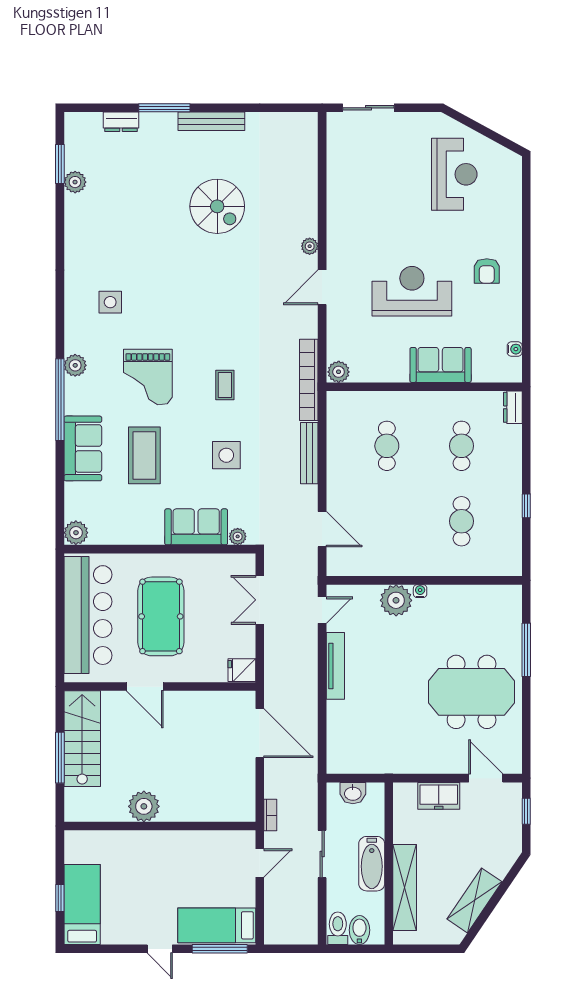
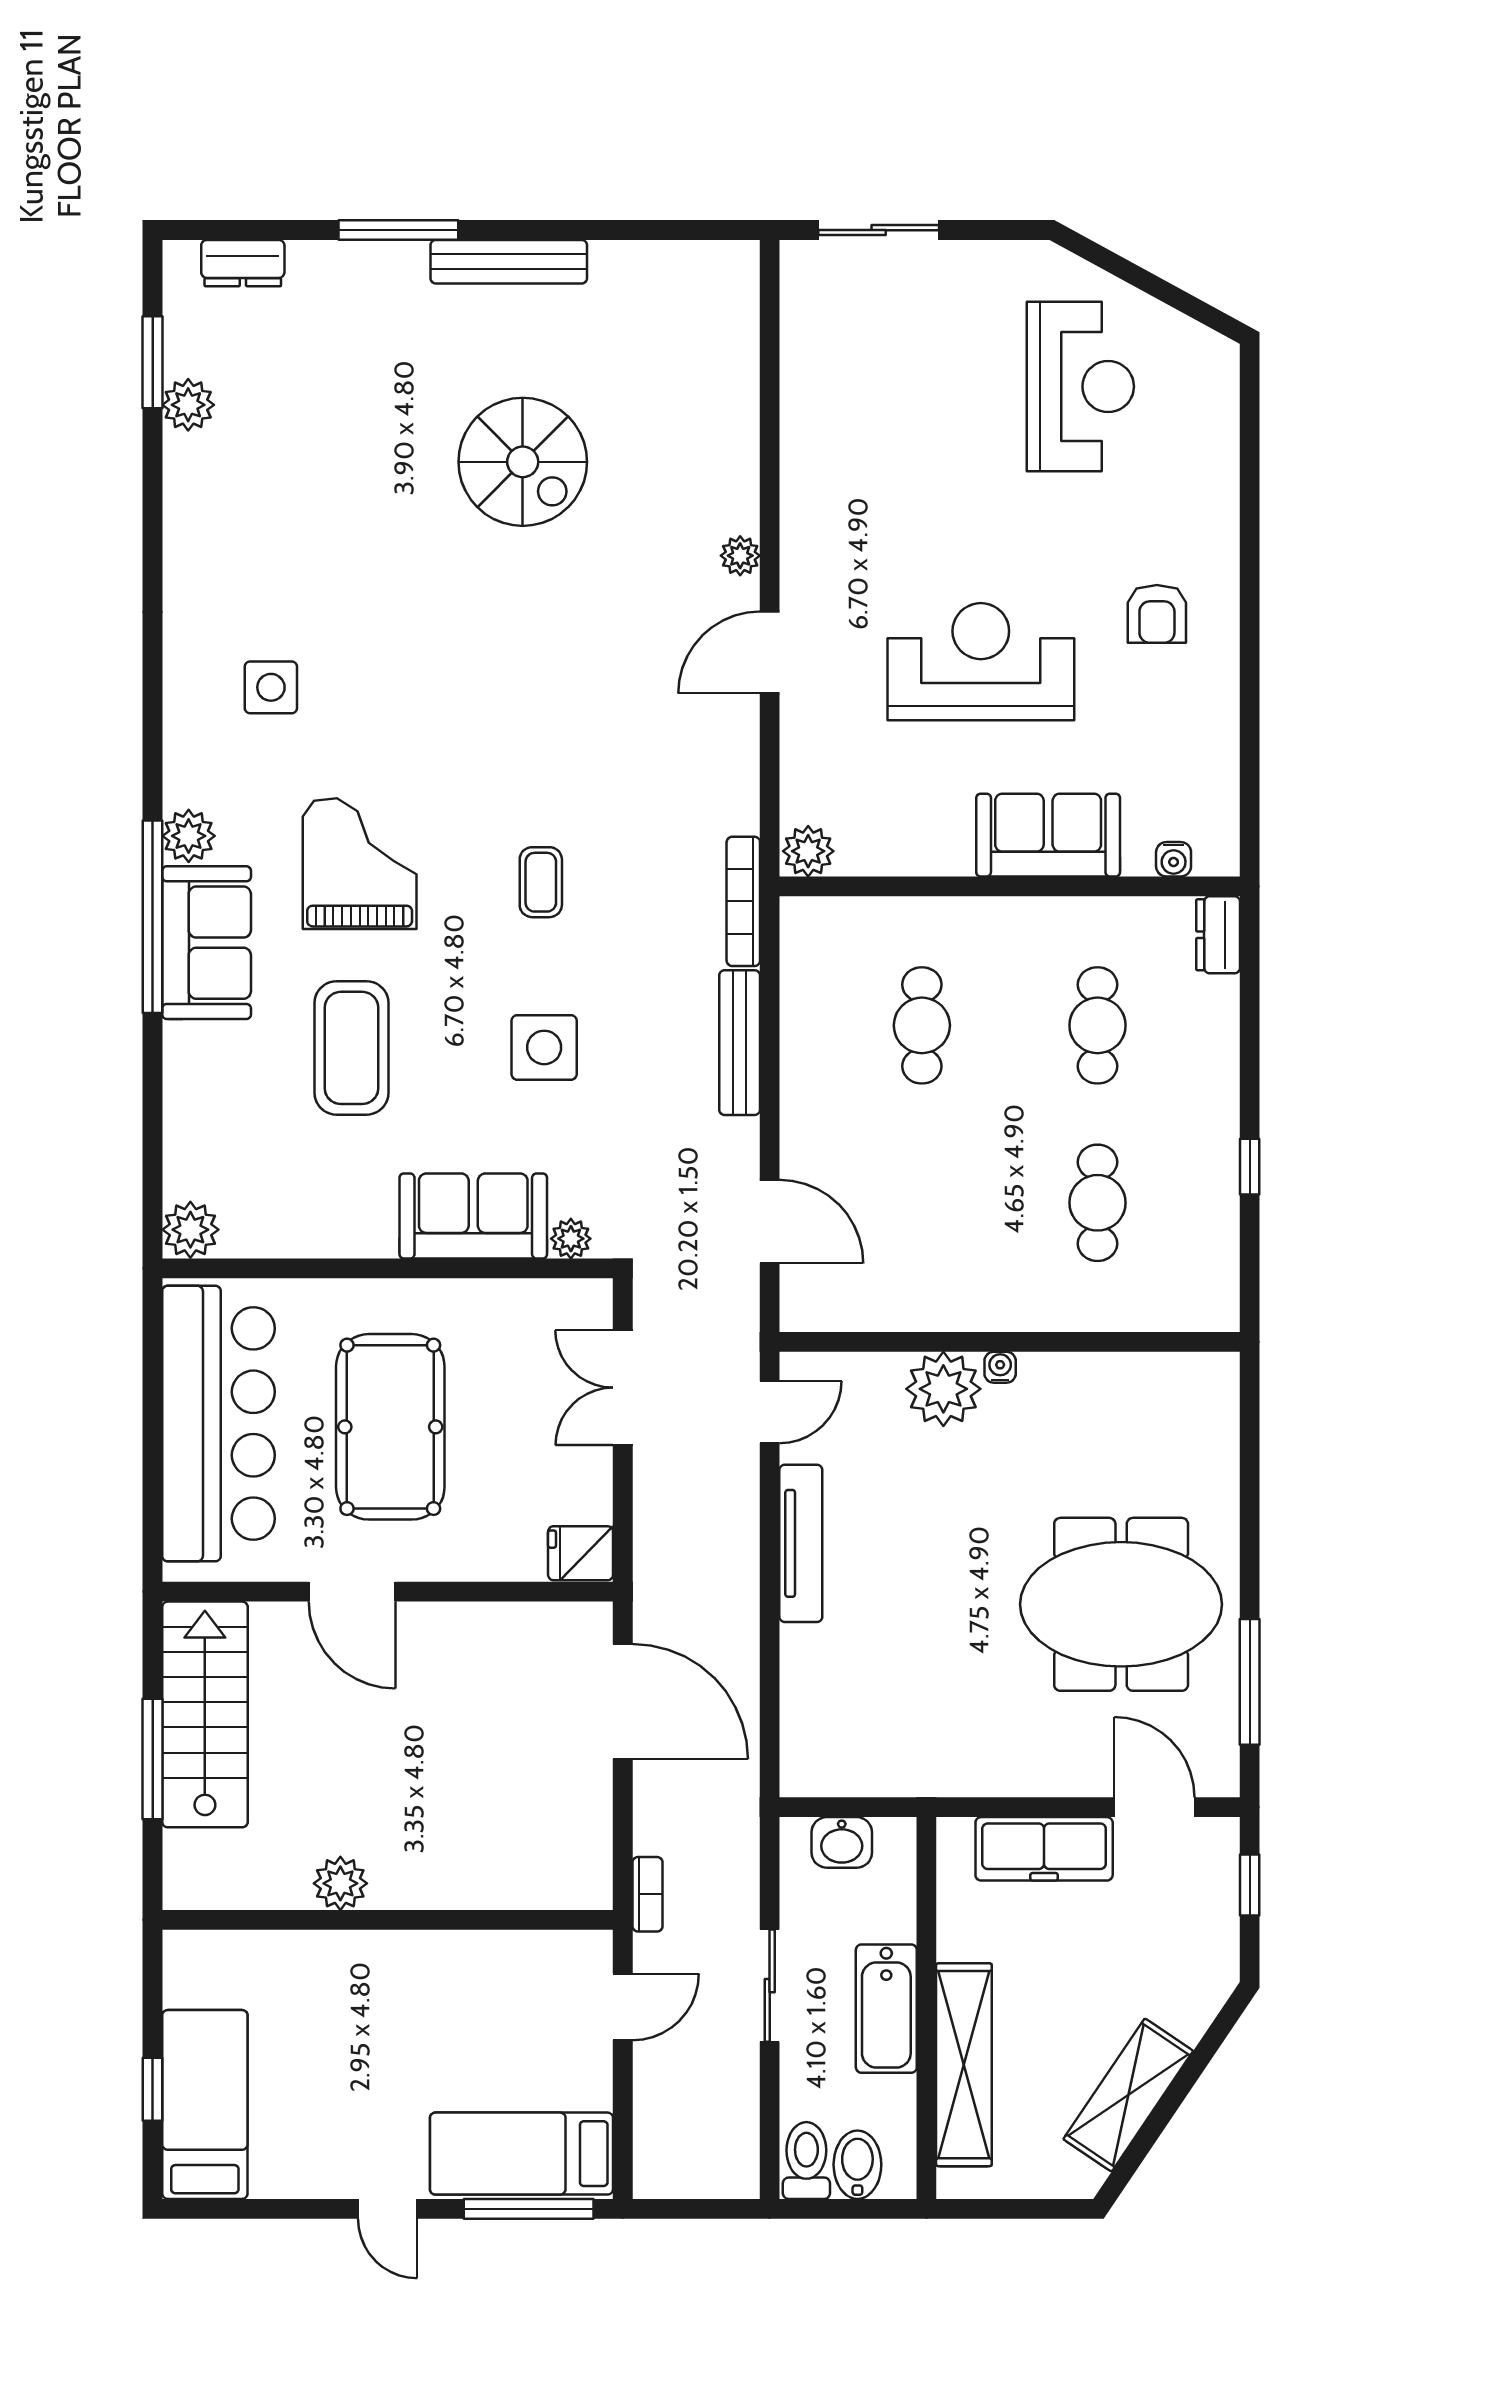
dresser: (121, 122) -> (243, 263), moved
water cooler: (515, 349) -> (1174, 859), moved, turned 90
grand piano: (148, 377) -> (360, 864), turned 180
bookcase: (309, 380) -> (743, 901), width x0.68, depth x0.76
sofa: (83, 448) -> (207, 943), moved
window: (526, 650) -> (1250, 1682), moved
freezer: (439, 796) -> (1044, 1849), width x1.40
plant: (144, 806) -> (340, 1883), width x0.73, depth x0.73

